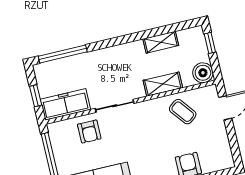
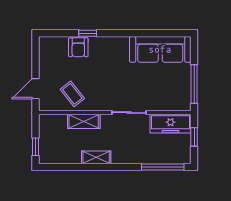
shelving: (161, 42) -> (96, 157), moved
boiler: (203, 73) -> (47, 123), removed
armchair: (89, 132) -> (156, 96), removed

